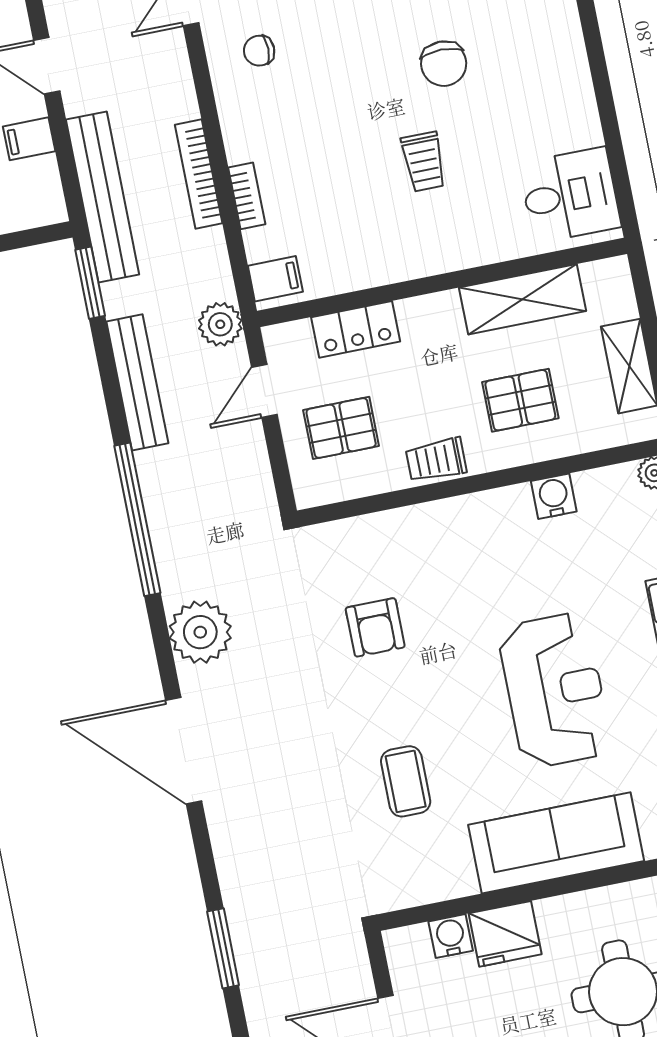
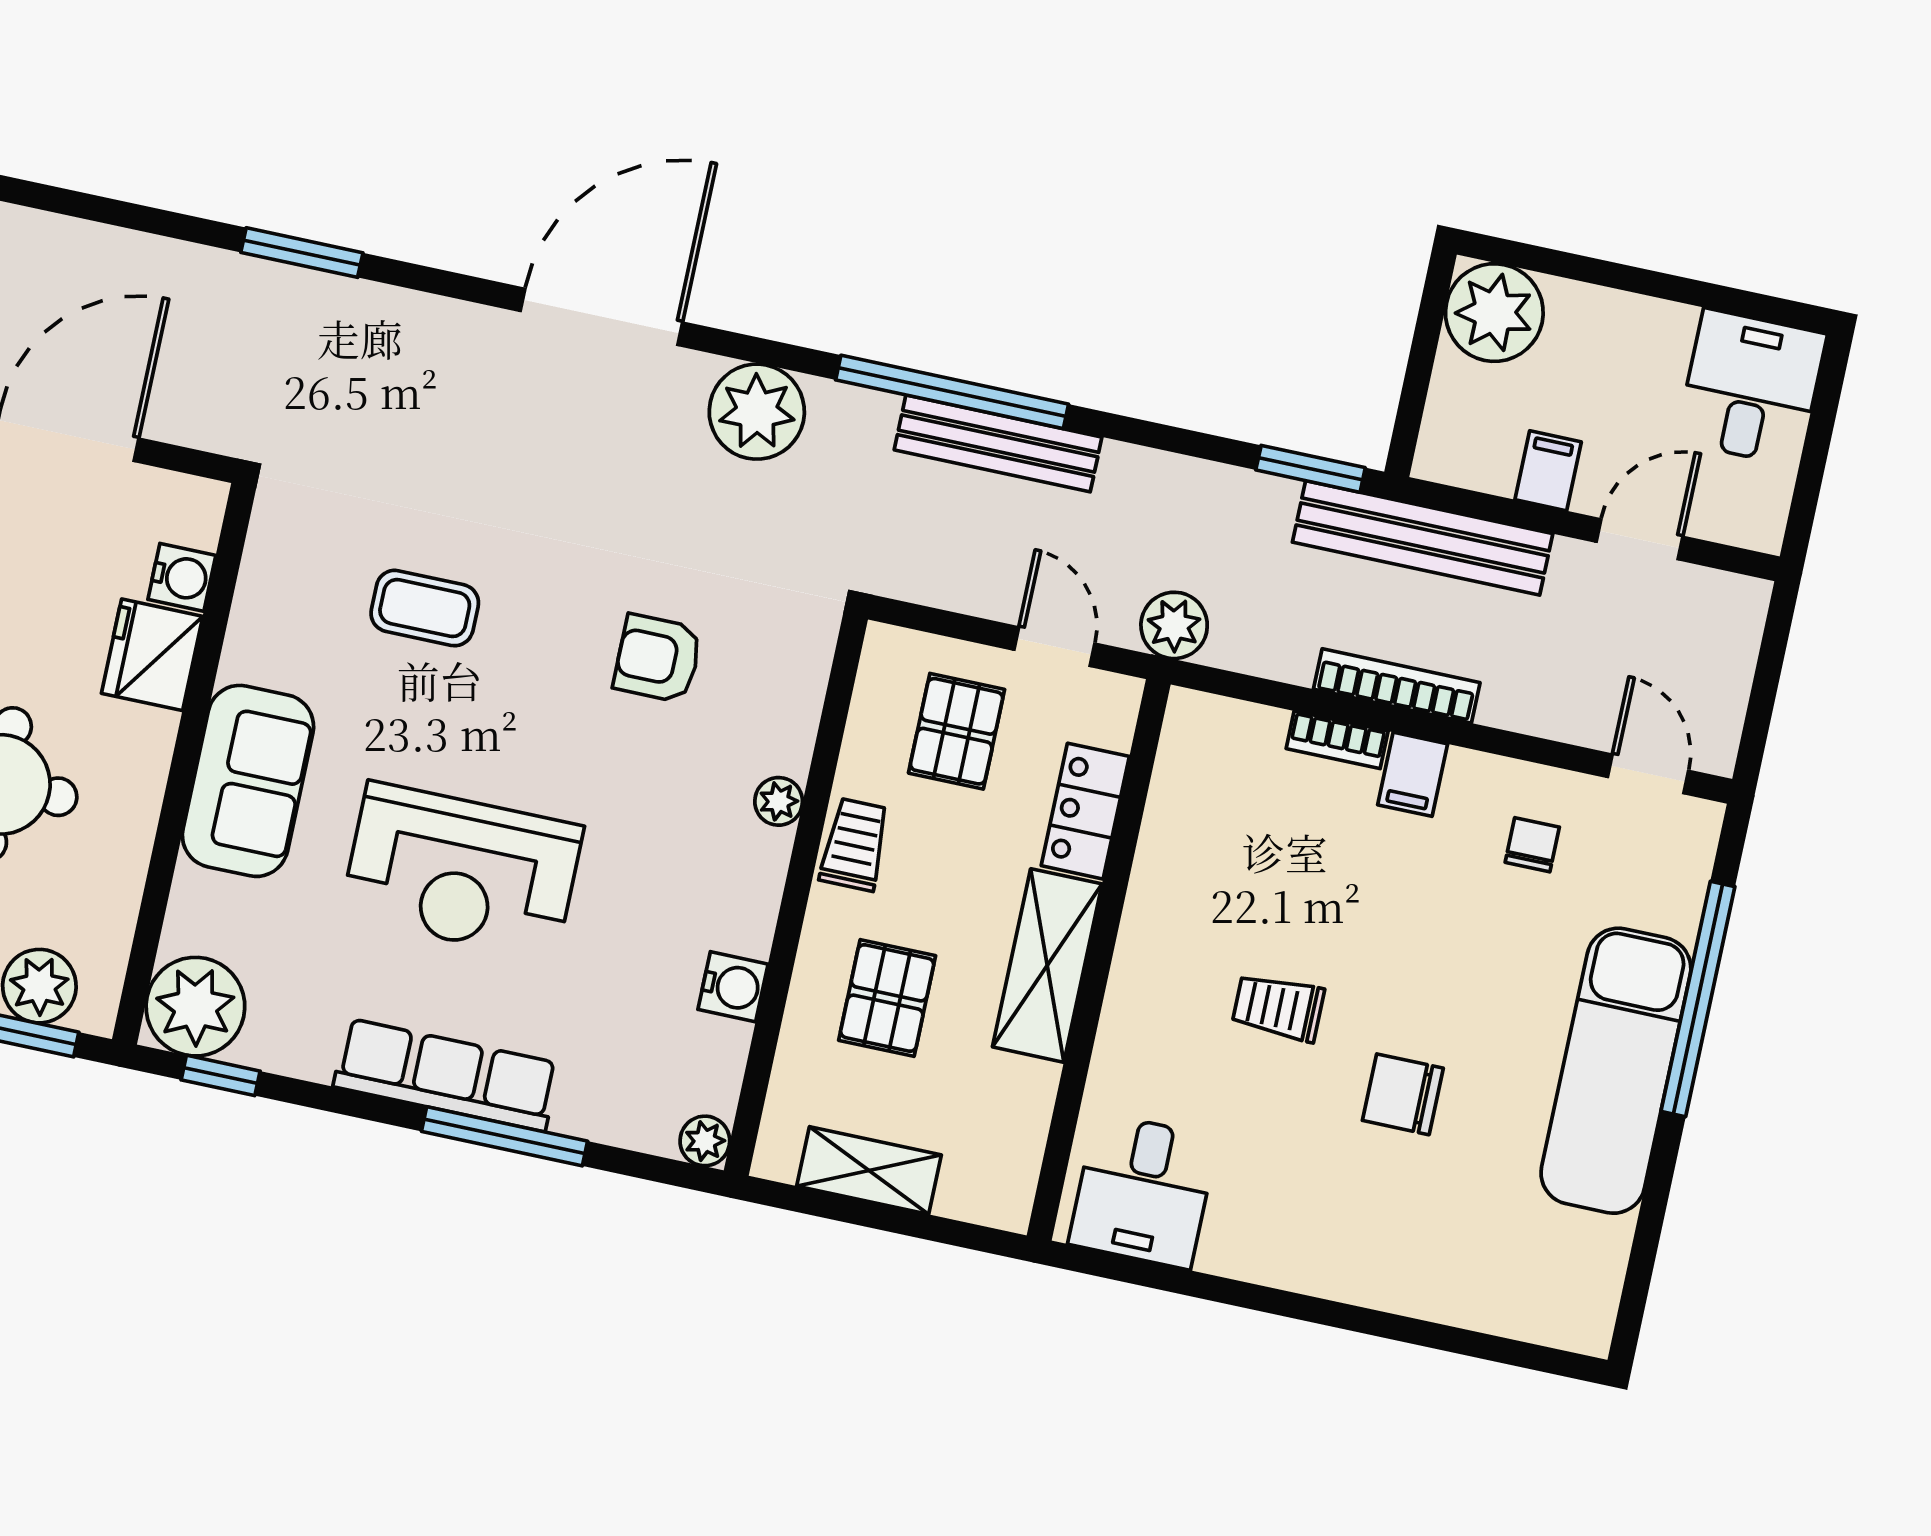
filing cabinet: (275, 279) -> (1413, 774), moved
shelving: (522, 299) -> (1047, 965), moved
bench: (137, 382) -> (998, 443), moved
plant: (430, 517) -> (779, 801), added
sofa: (556, 843) -> (248, 781), width x0.73

